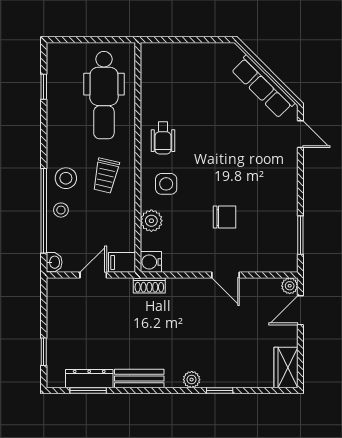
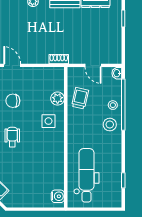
wheelchair: (163, 138) -> (12, 137), moved
trolley: (106, 176) -> (80, 98), moved
filing cabinet: (122, 262) -> (76, 73), removed
water cooler: (151, 262) -> (58, 196), moved
door: (93, 275) -> (93, 65), hinge flipped

